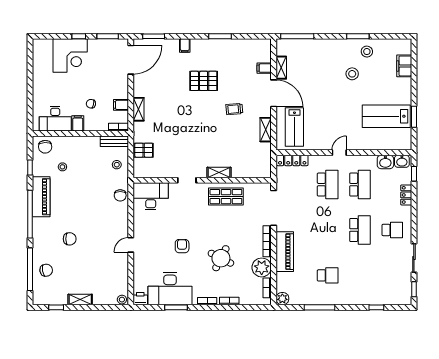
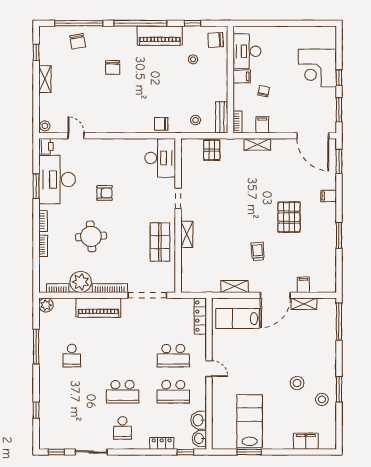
door: (131, 245) -> (76, 136), moved
round table: (221, 258) -> (91, 236), turned -31

